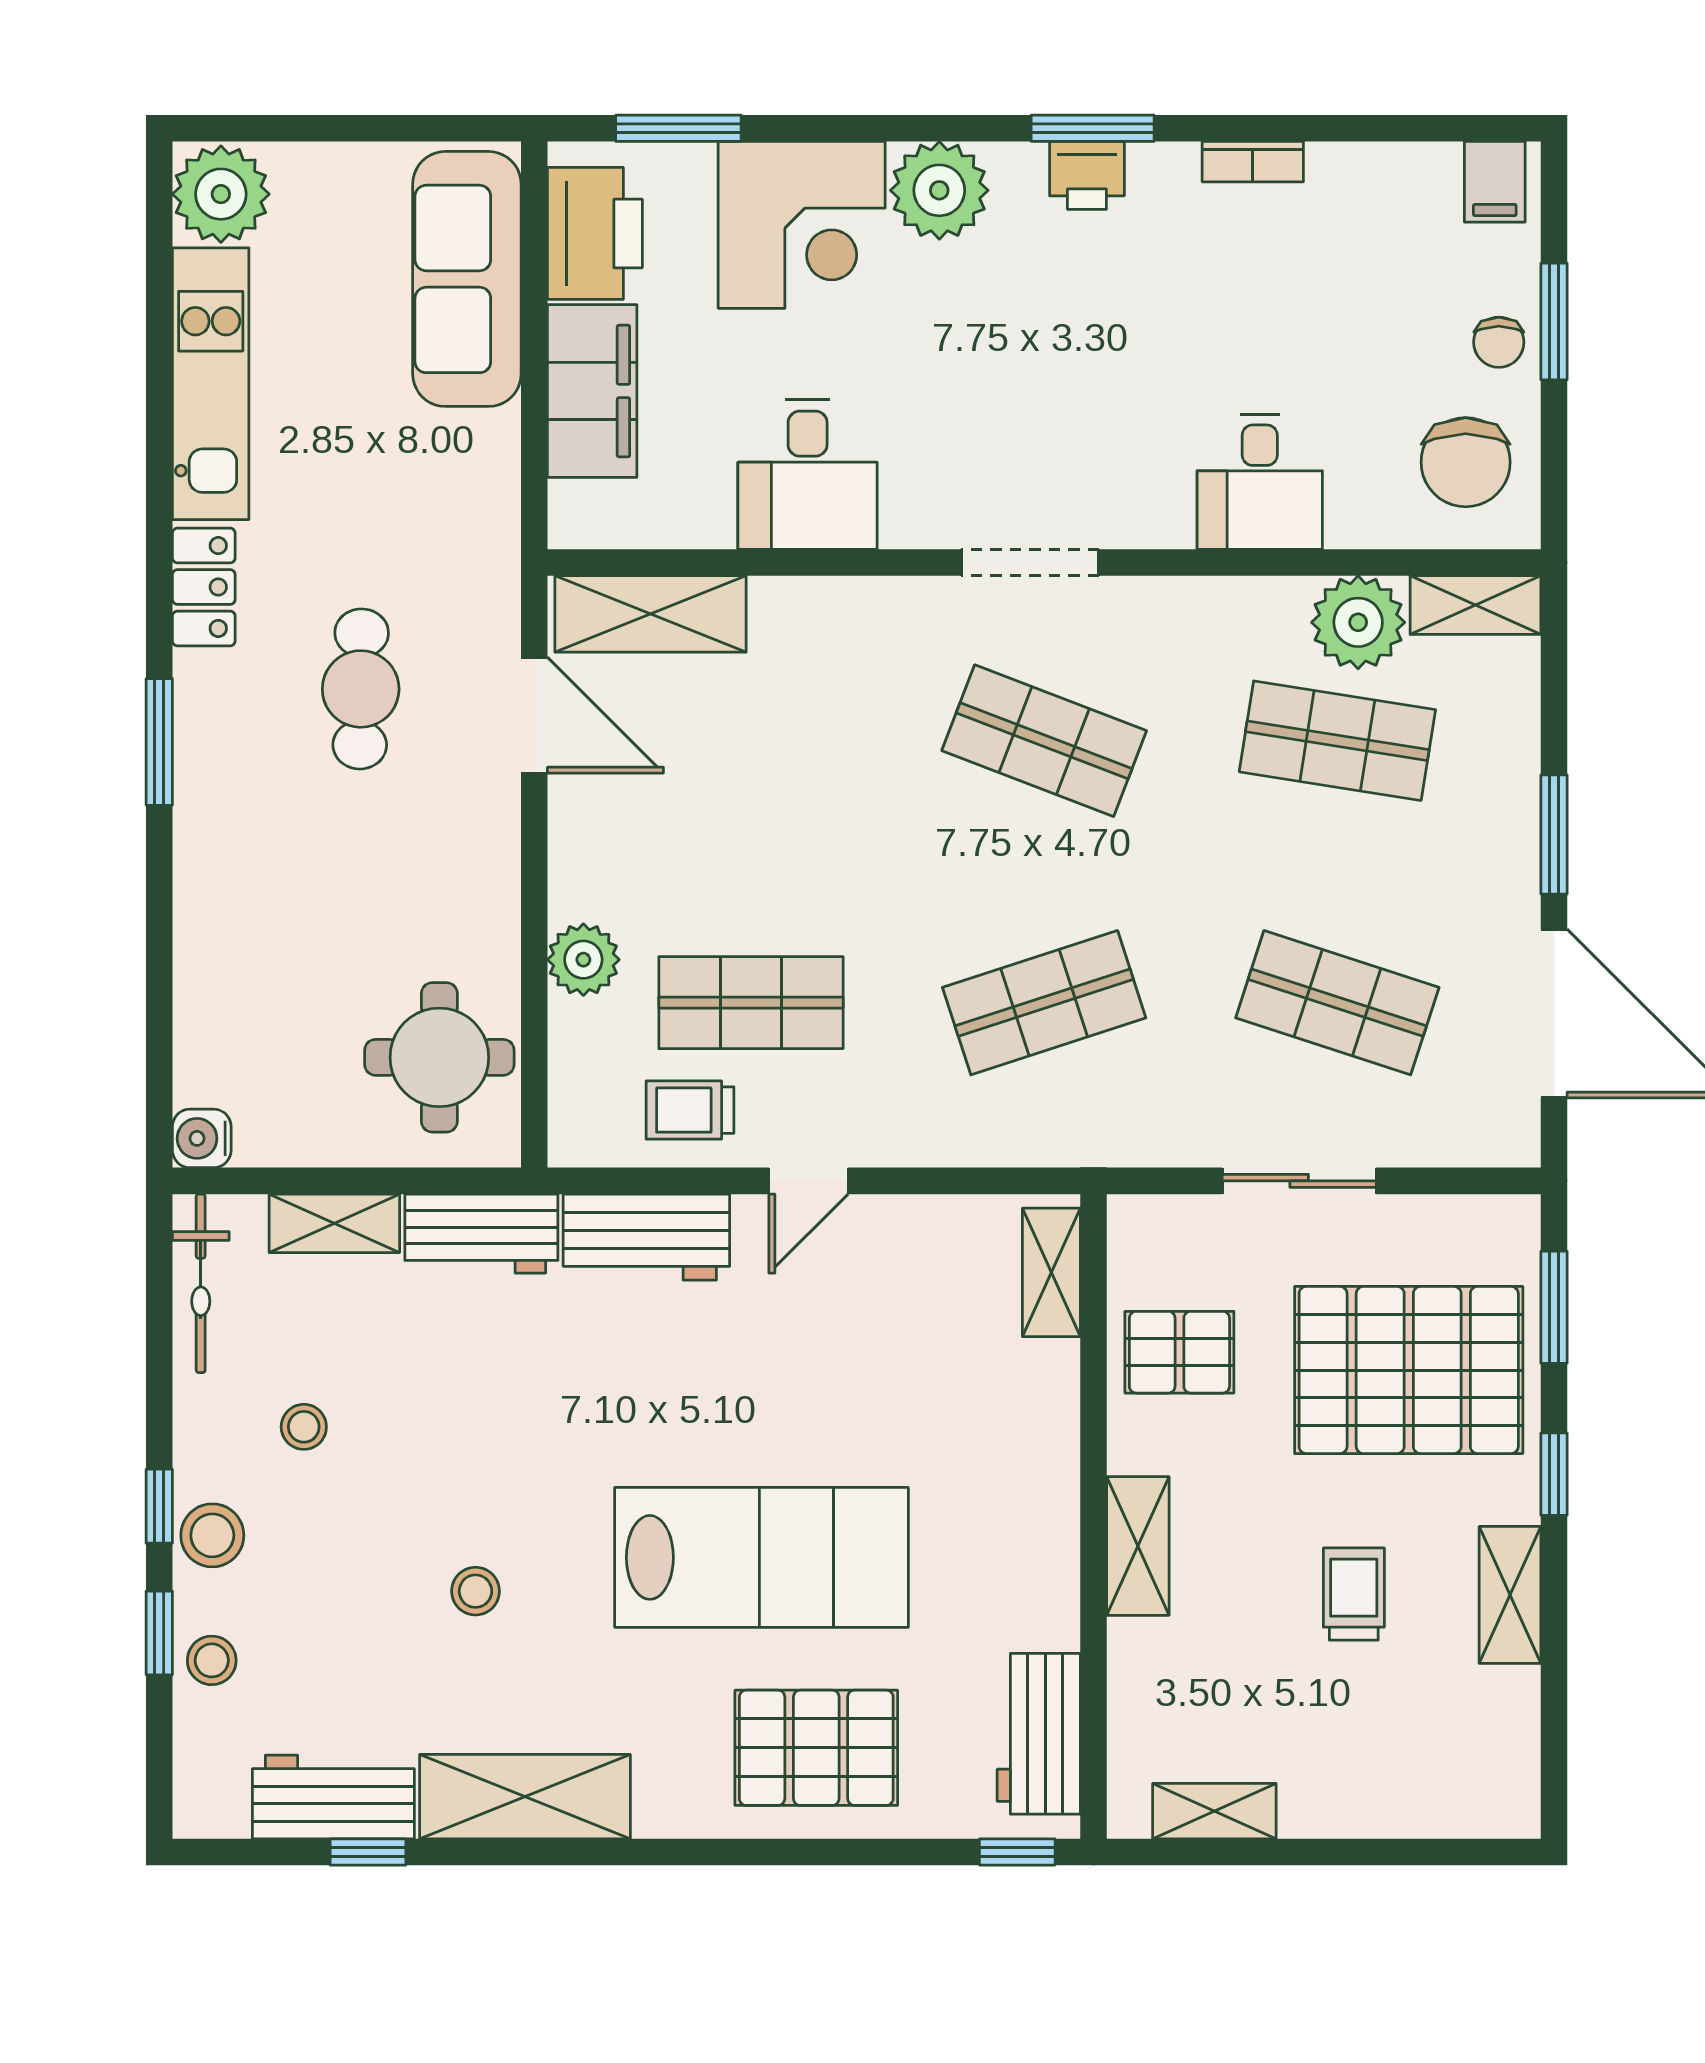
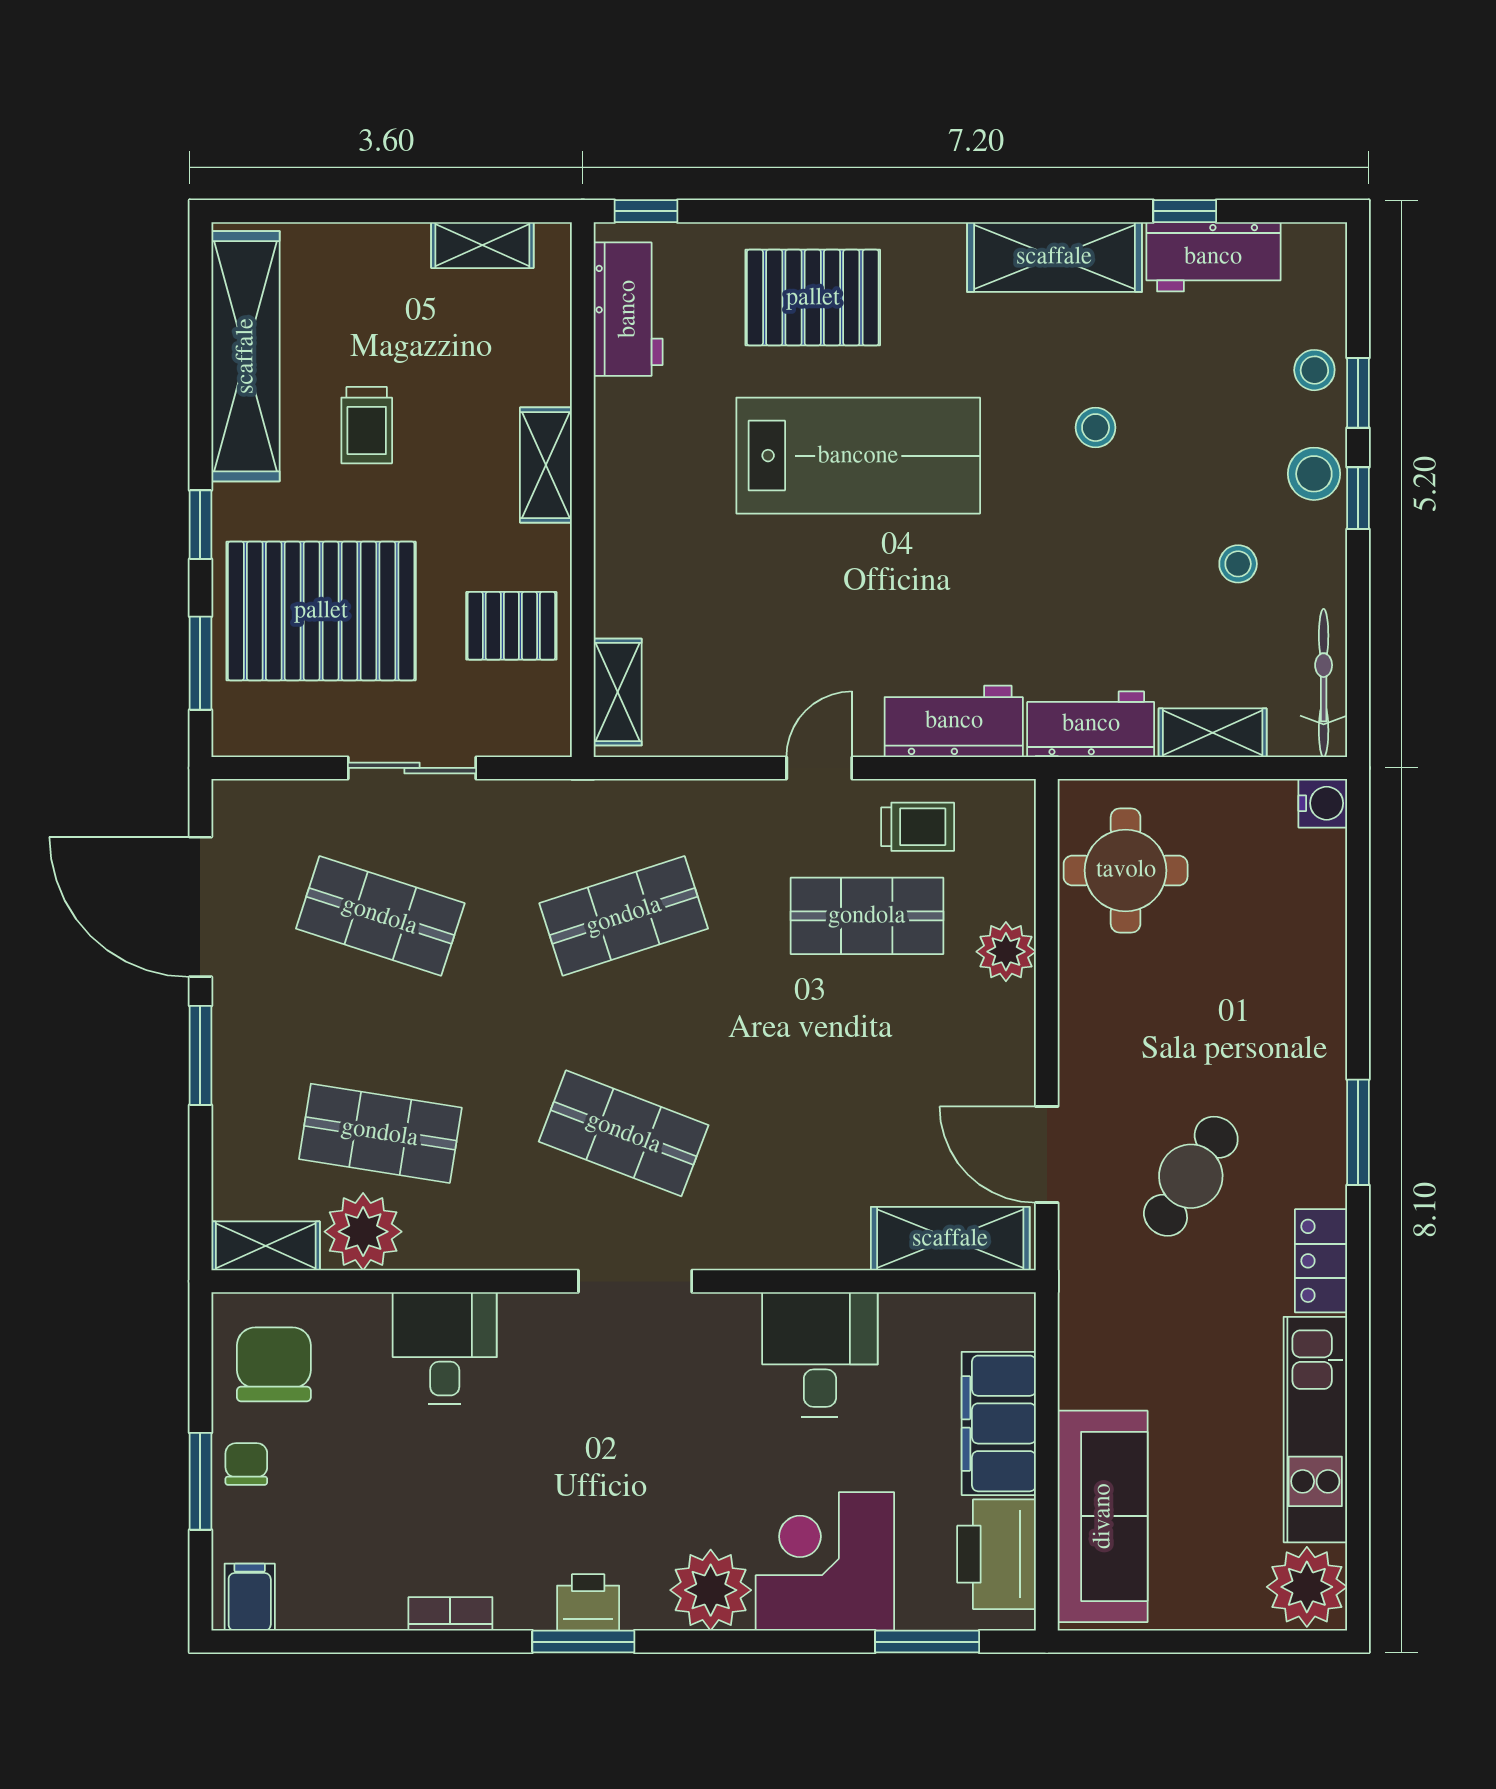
cafe table: (361, 689) -> (1191, 1176), turned 32
lab bench: (761, 1557) -> (858, 456), turned 180
shelving: (1510, 1595) -> (246, 356), width x2.20, depth x1.33

